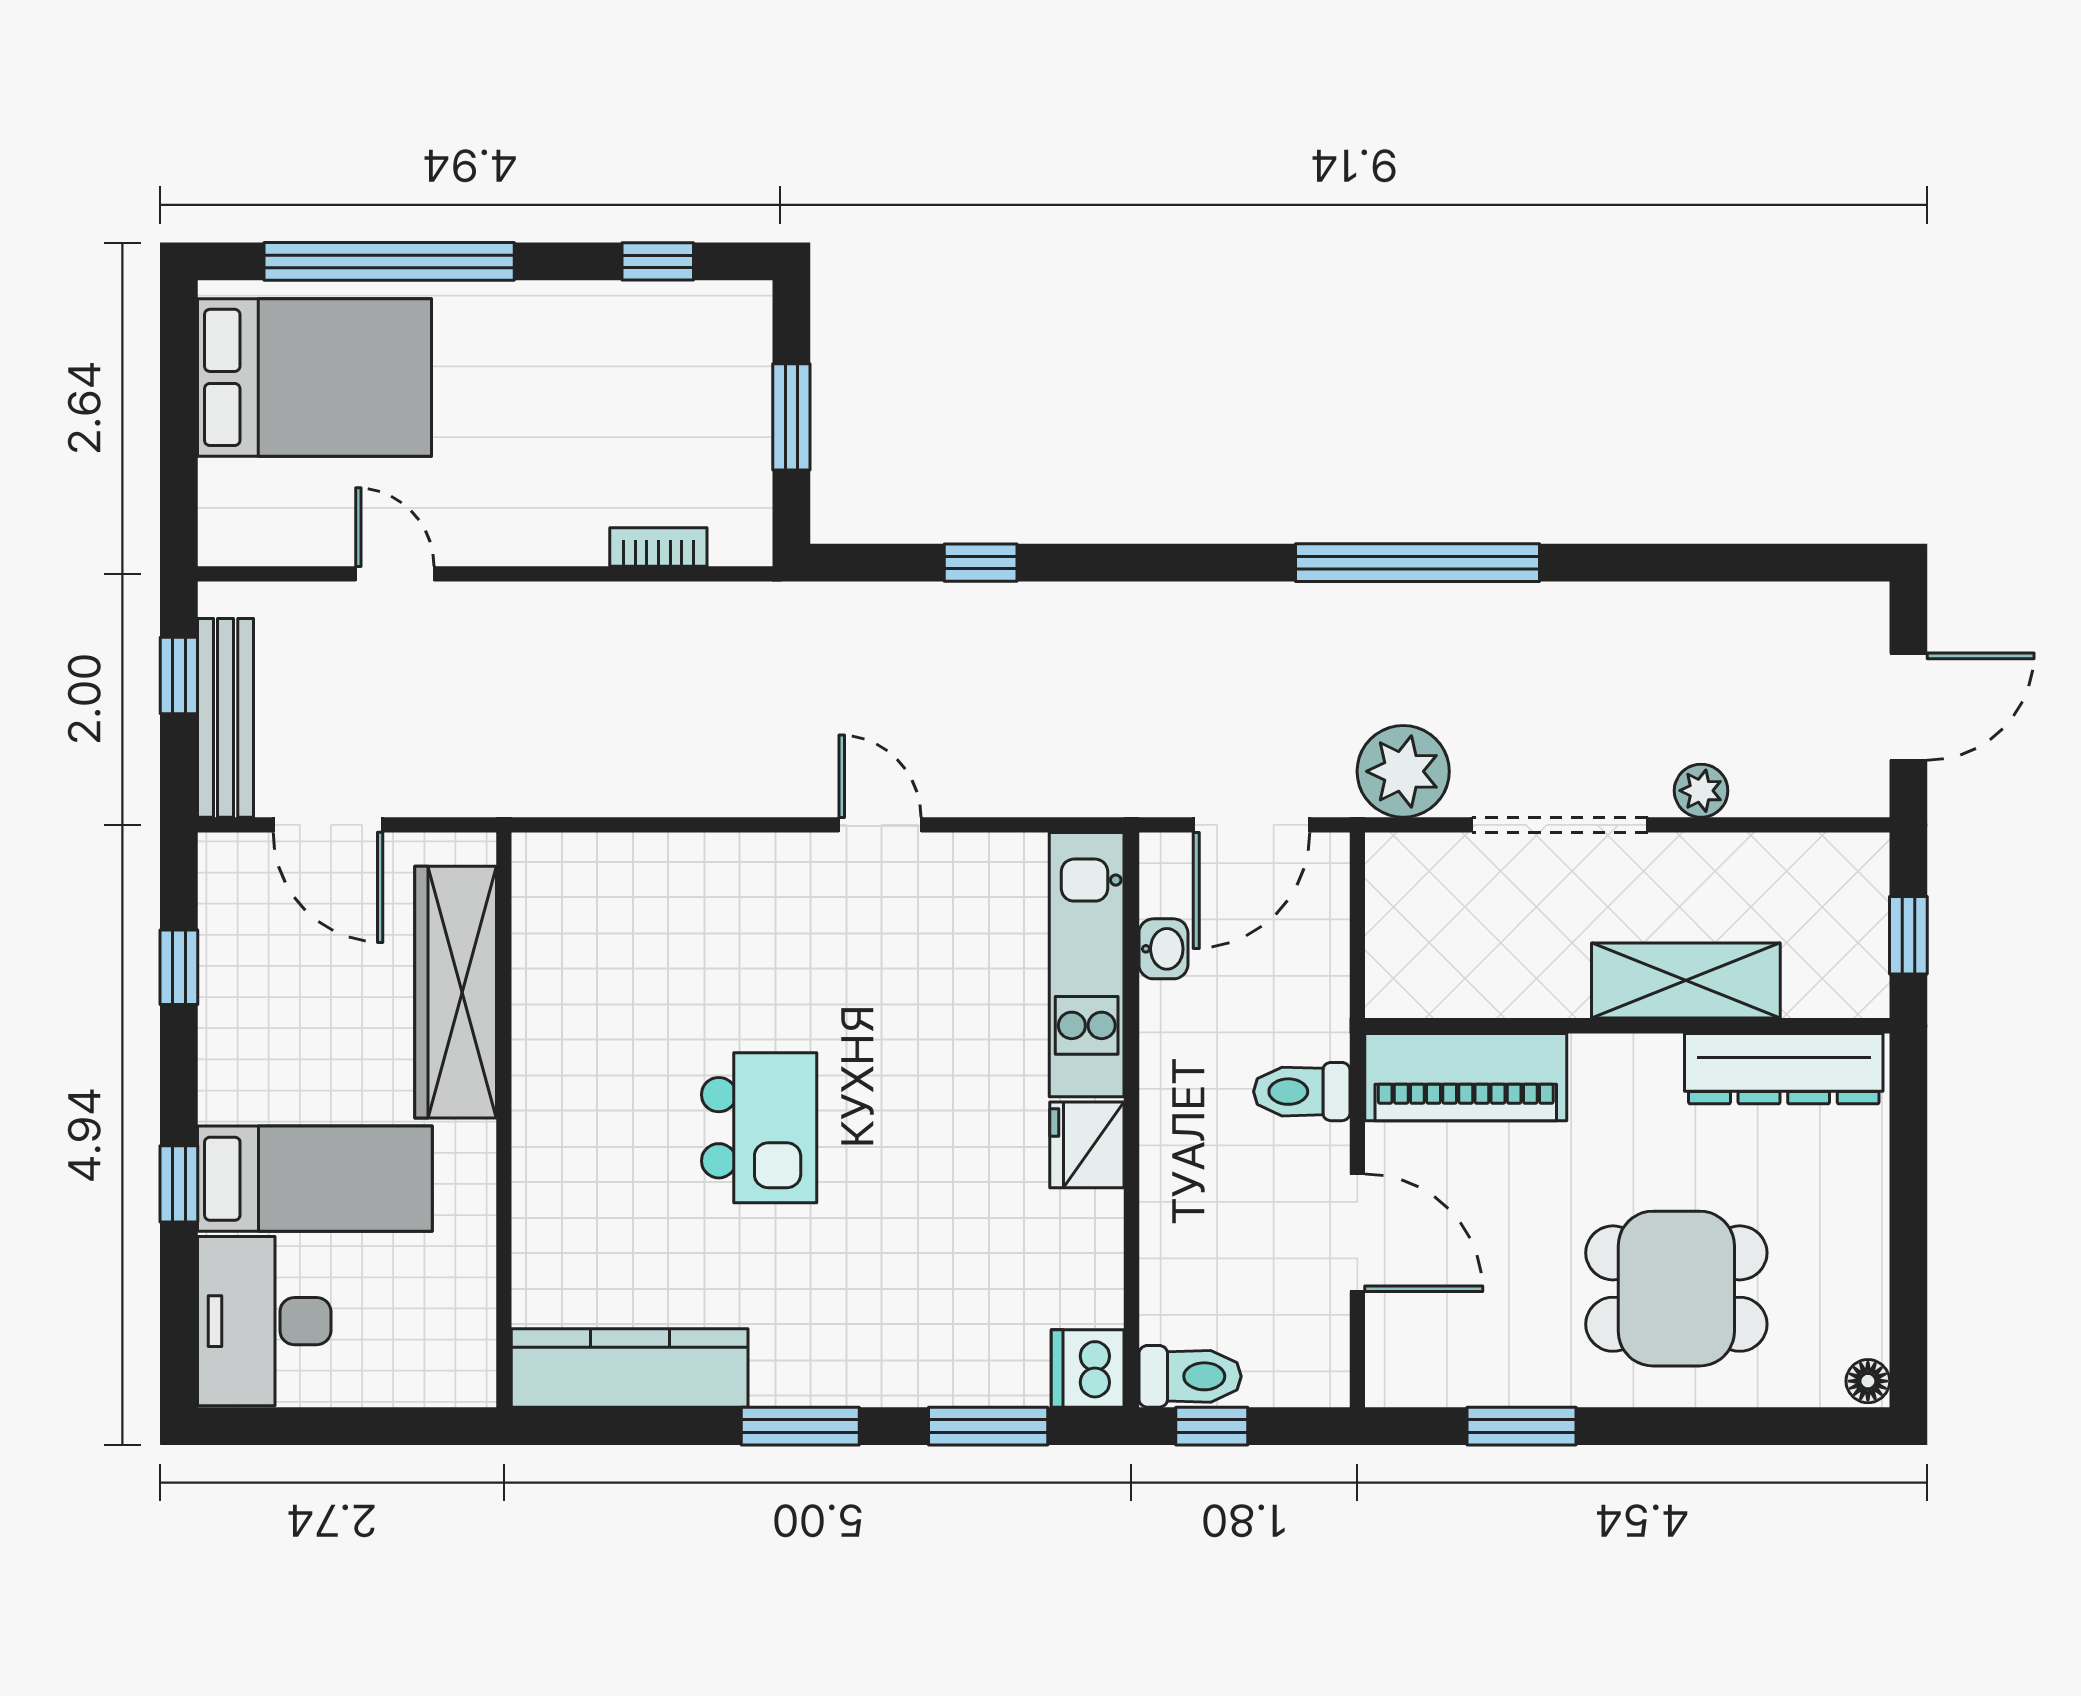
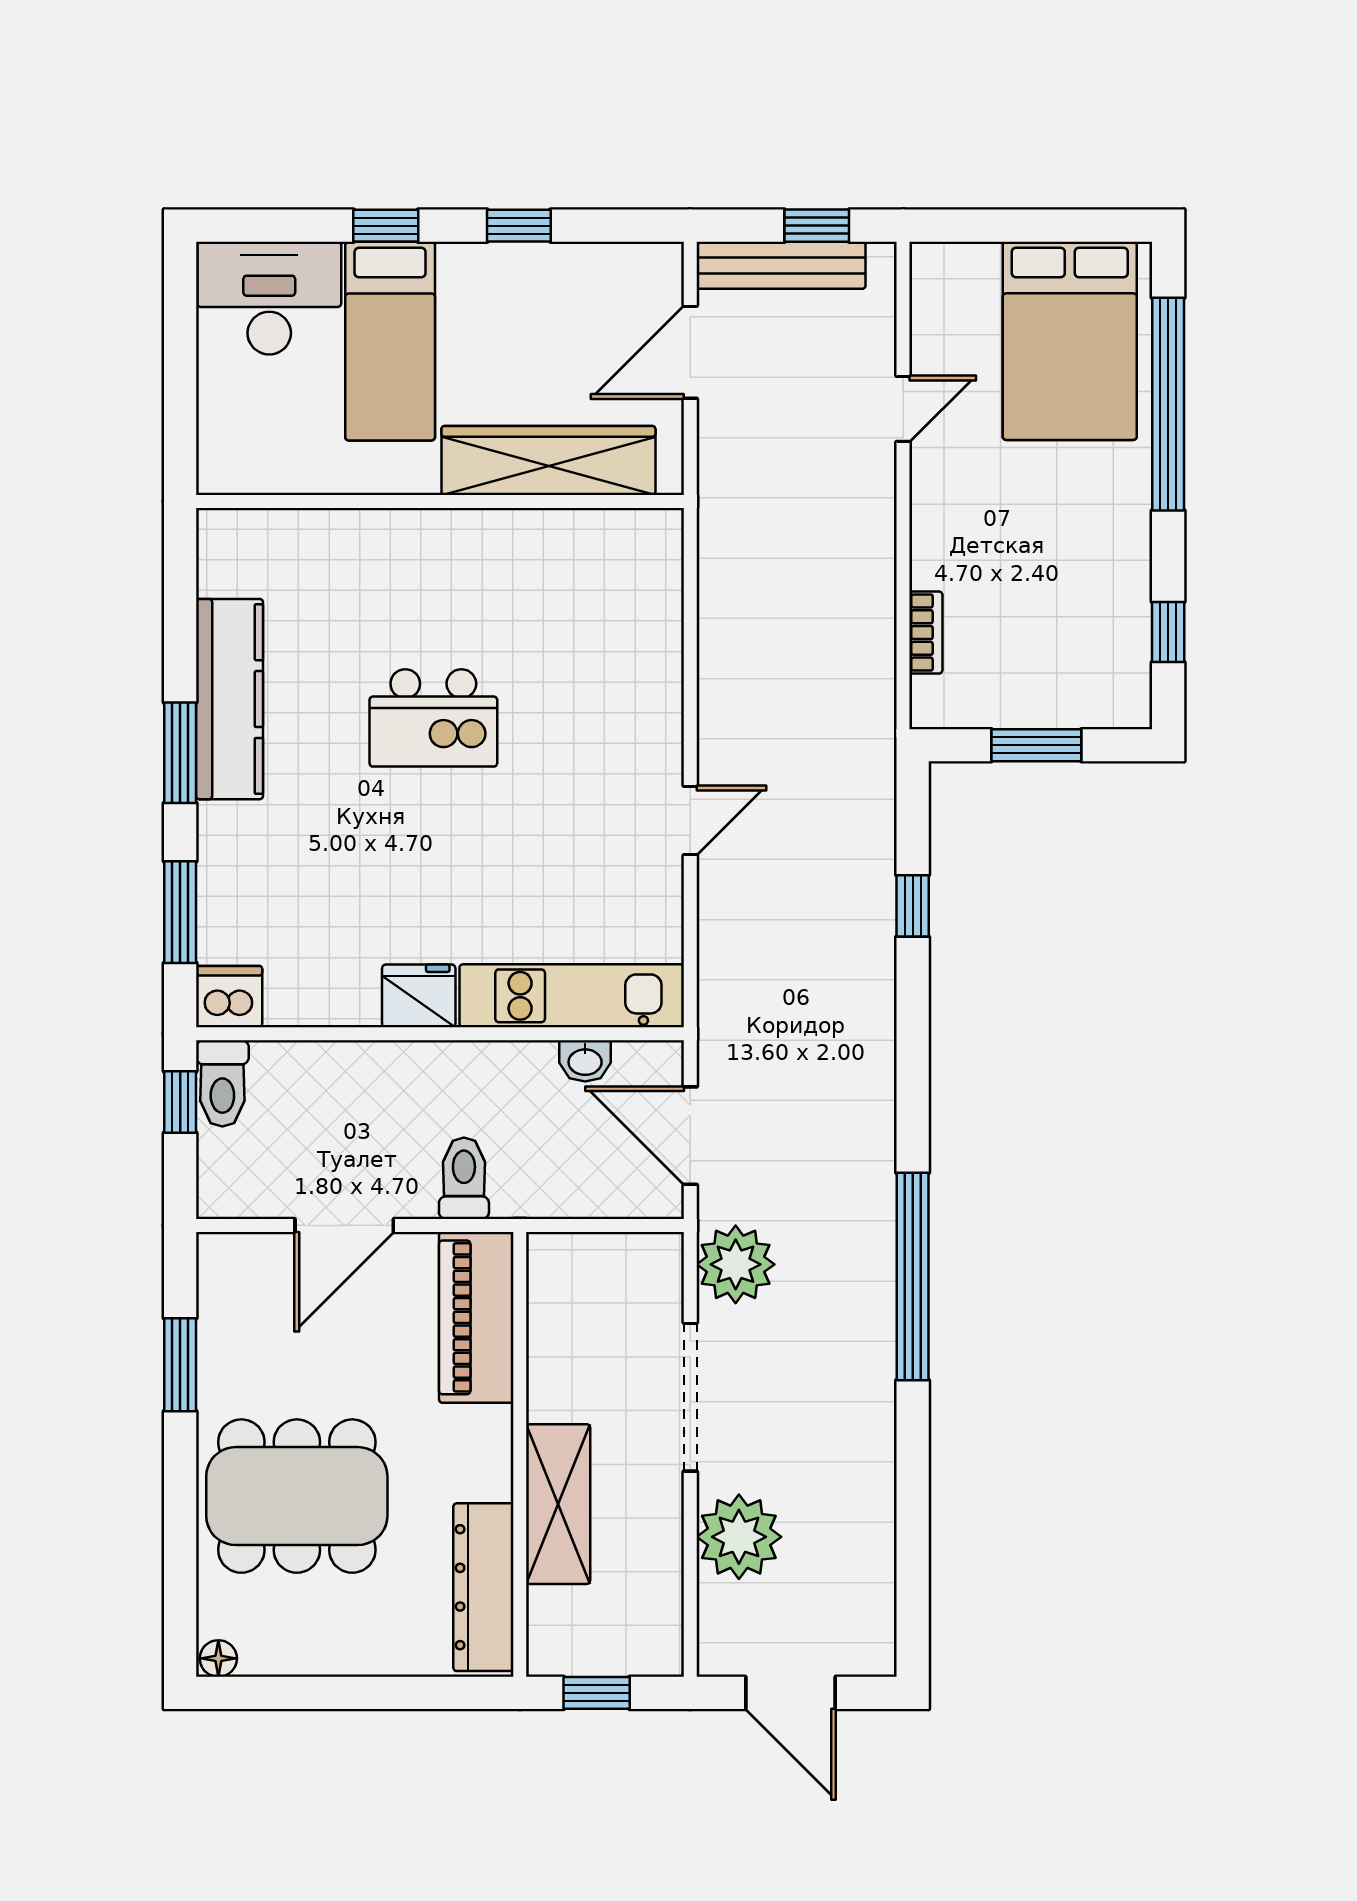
plant: (1701, 791) -> (739, 1537), width x1.88, depth x1.88
window: (179, 967) -> (519, 226), moved
dining table: (1676, 1289) -> (297, 1496), width x1.38
kitchen counter: (630, 1368) -> (230, 699), moved

